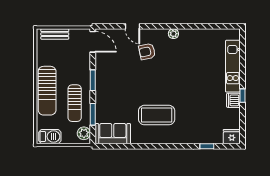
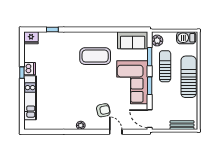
corner sofa: (113, 84) -> (132, 82), added

